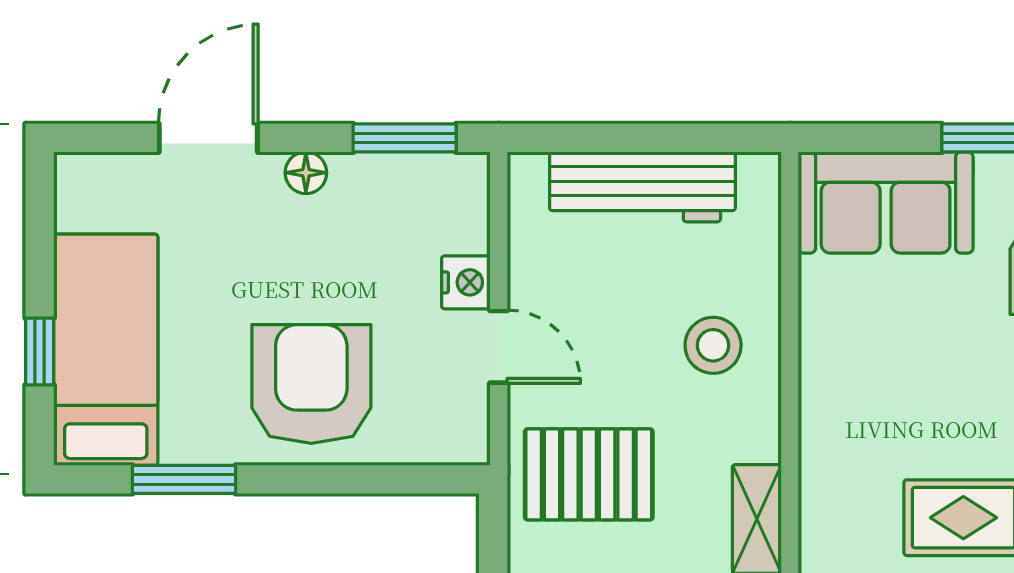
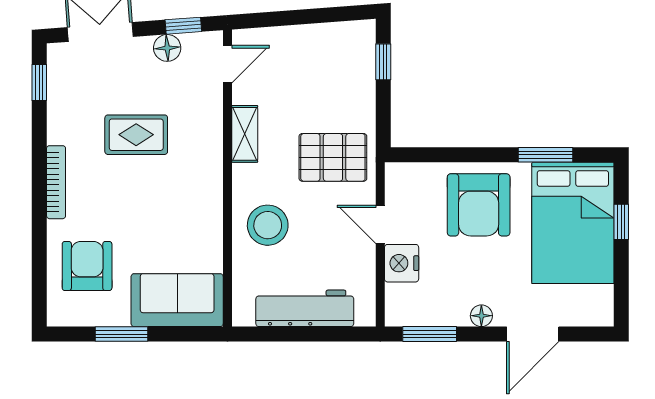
nightstand: (466, 282) -> (402, 263), width x1.36, depth x1.33
stool: (713, 345) -> (268, 225), width x1.38, depth x1.38
bed: (106, 350) -> (573, 223), width x1.50

